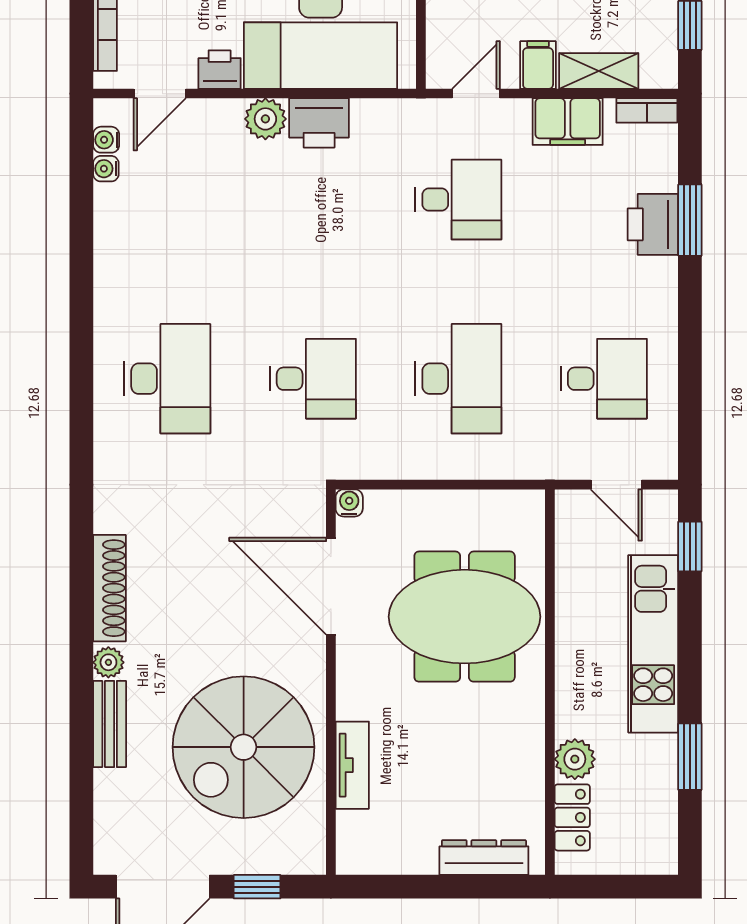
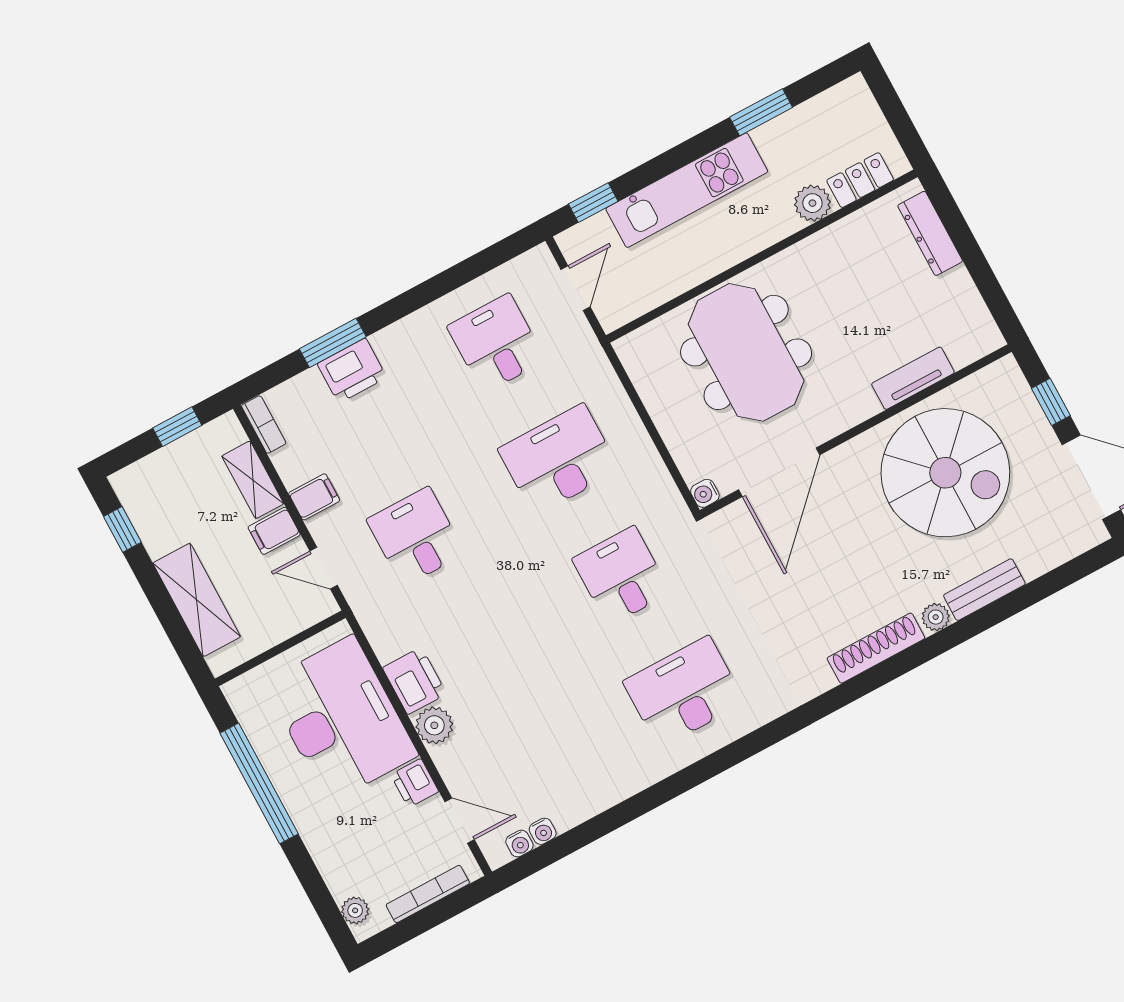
filing cabinet: (568, 122) -> (314, 497), width x0.50

